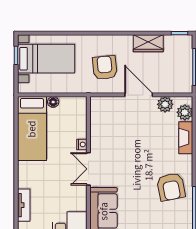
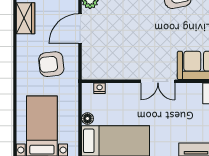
nightstand: (82, 144) -> (100, 88), moved

